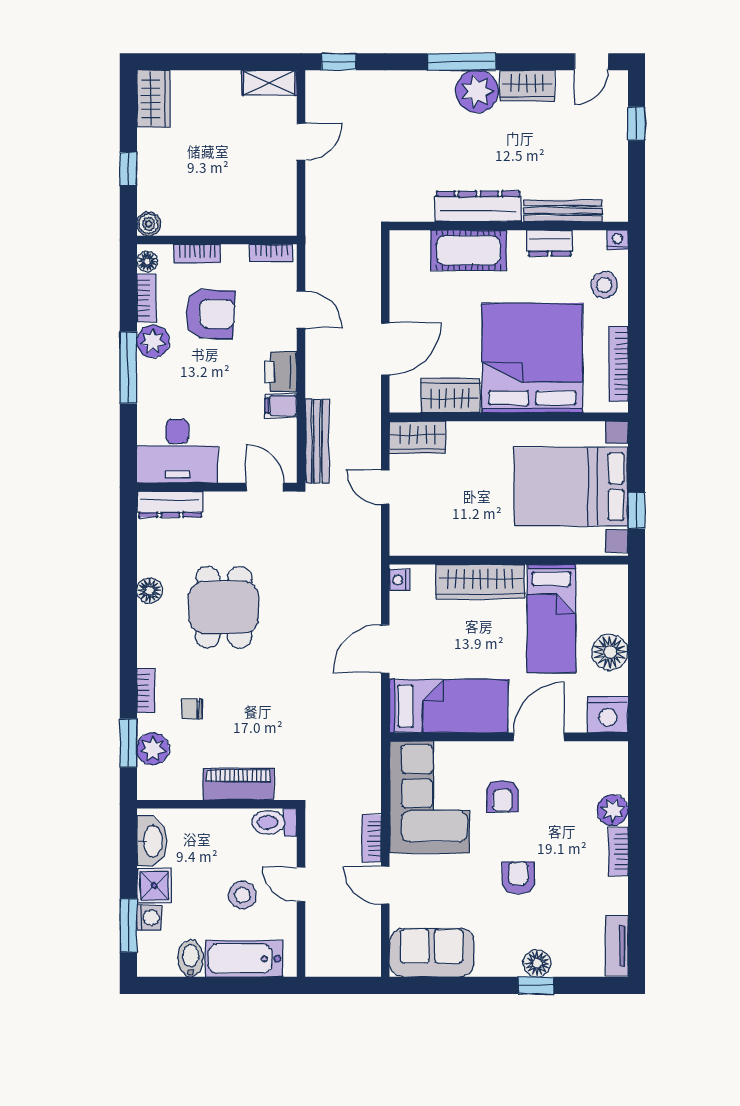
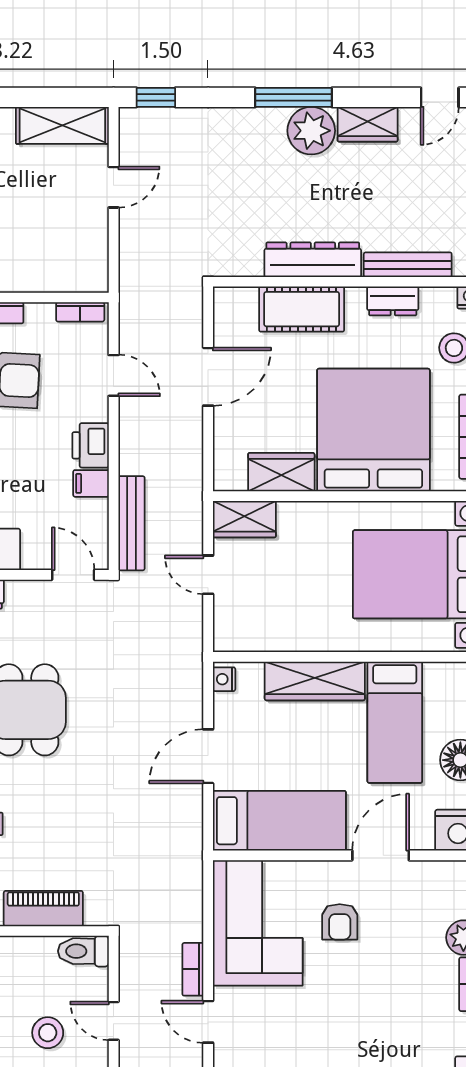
shelving: (269, 83) -> (62, 125), width x1.50, depth x1.33
door: (385, 349) -> (208, 377), moved
armchair: (518, 878) -> (358, 1014), removed

